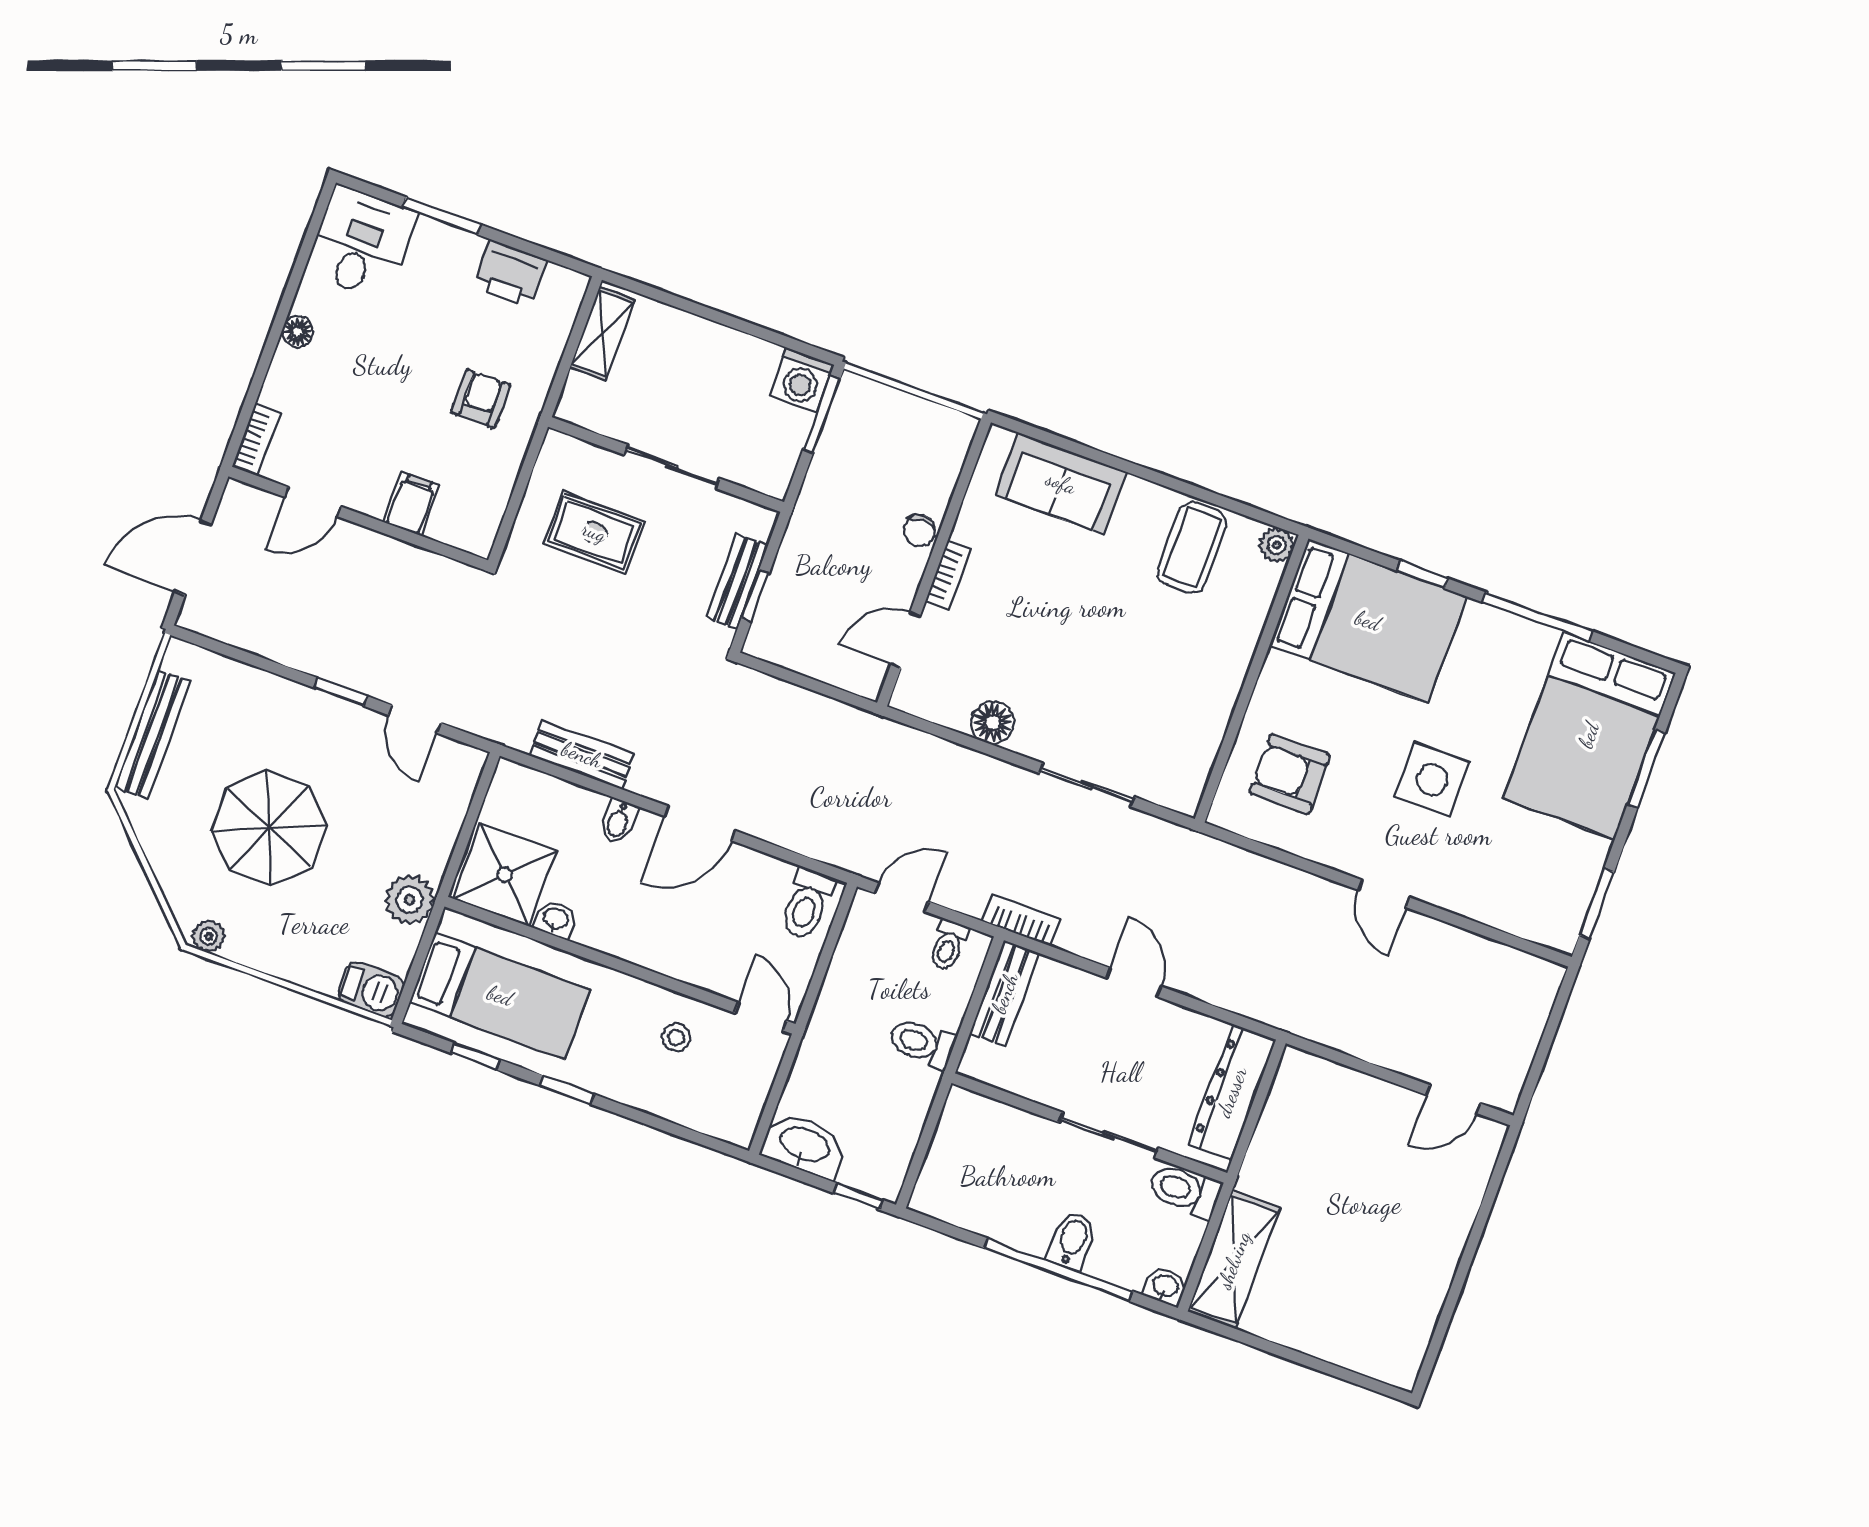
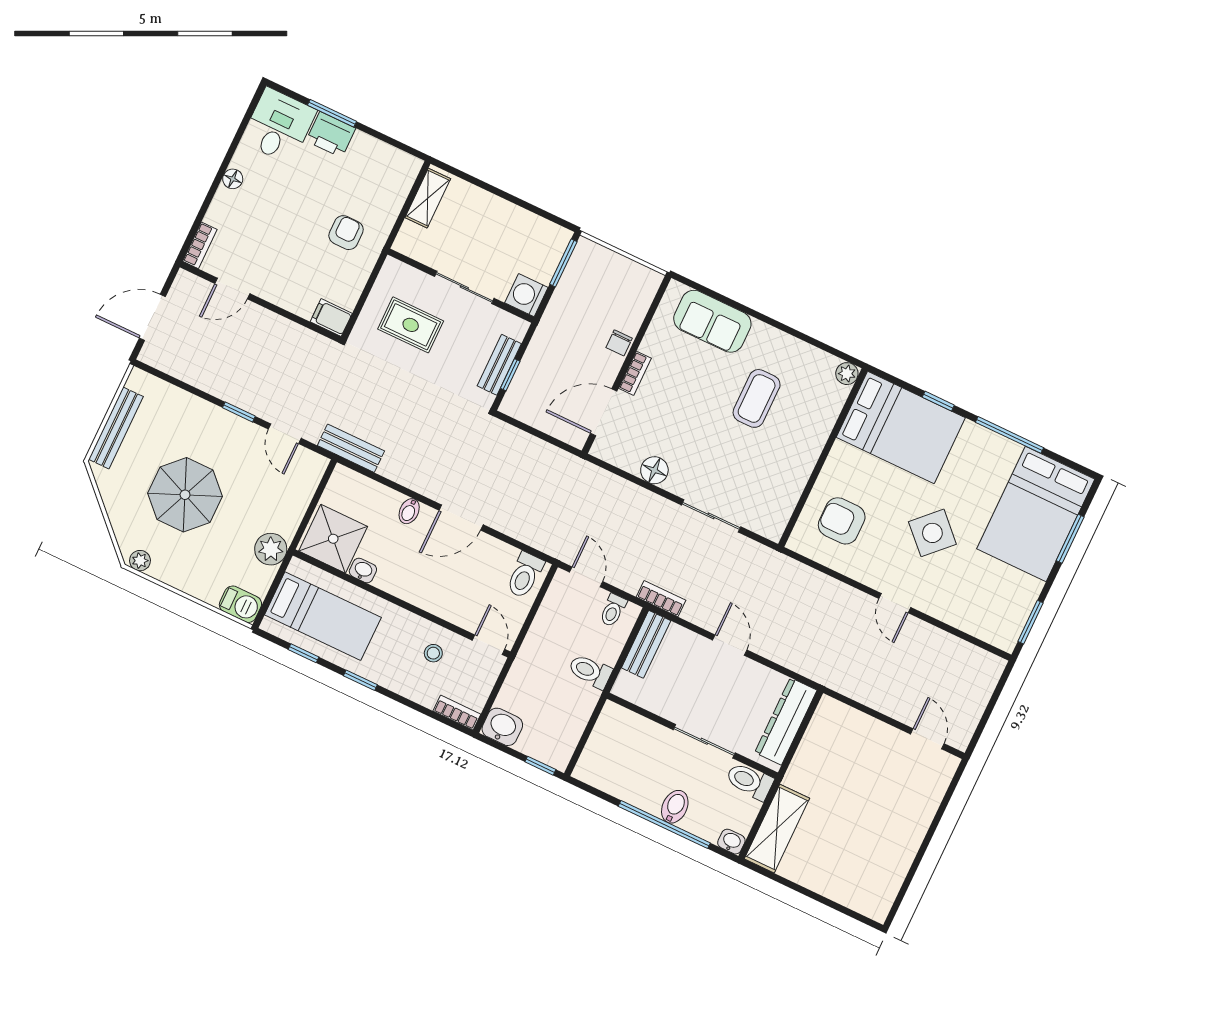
printer: (510, 274) -> (331, 135), moved
washing machine: (802, 380) -> (526, 295), moved, turned 90
filing cabinet: (411, 504) -> (331, 318), moved, turned -90
coffee table: (1192, 547) -> (757, 398), moved
door: (906, 640) -> (604, 412), width x1.38
bench: (582, 755) -> (351, 448), moved
side table: (1432, 780) -> (932, 533), turned 45
door: (902, 897) -> (586, 577), hinge flipped
door: (1454, 1099) -> (927, 739), swing flipped
bookcase: (721, 1126) -> (457, 713), added
washbasin: (804, 1145) -> (502, 727), width x0.72

